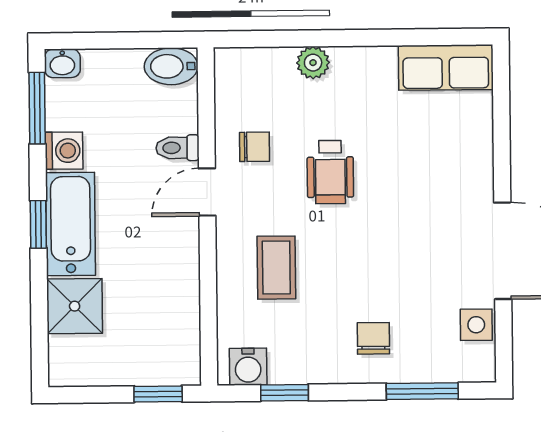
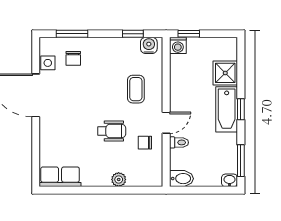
washing machine: (64, 151) -> (178, 45), moved, turned -90
wheelchair: (330, 172) -> (112, 131), turned 90
chair: (373, 338) -> (73, 58), moved

